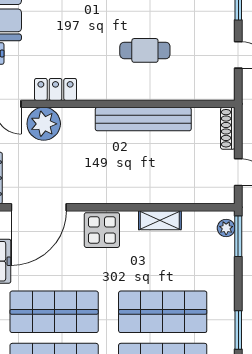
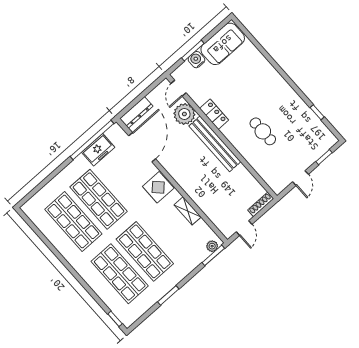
locker: (56, 89) -> (214, 114), moved
bench: (143, 119) -> (215, 144), moved
door: (39, 207) -> (142, 147), swing flipped

